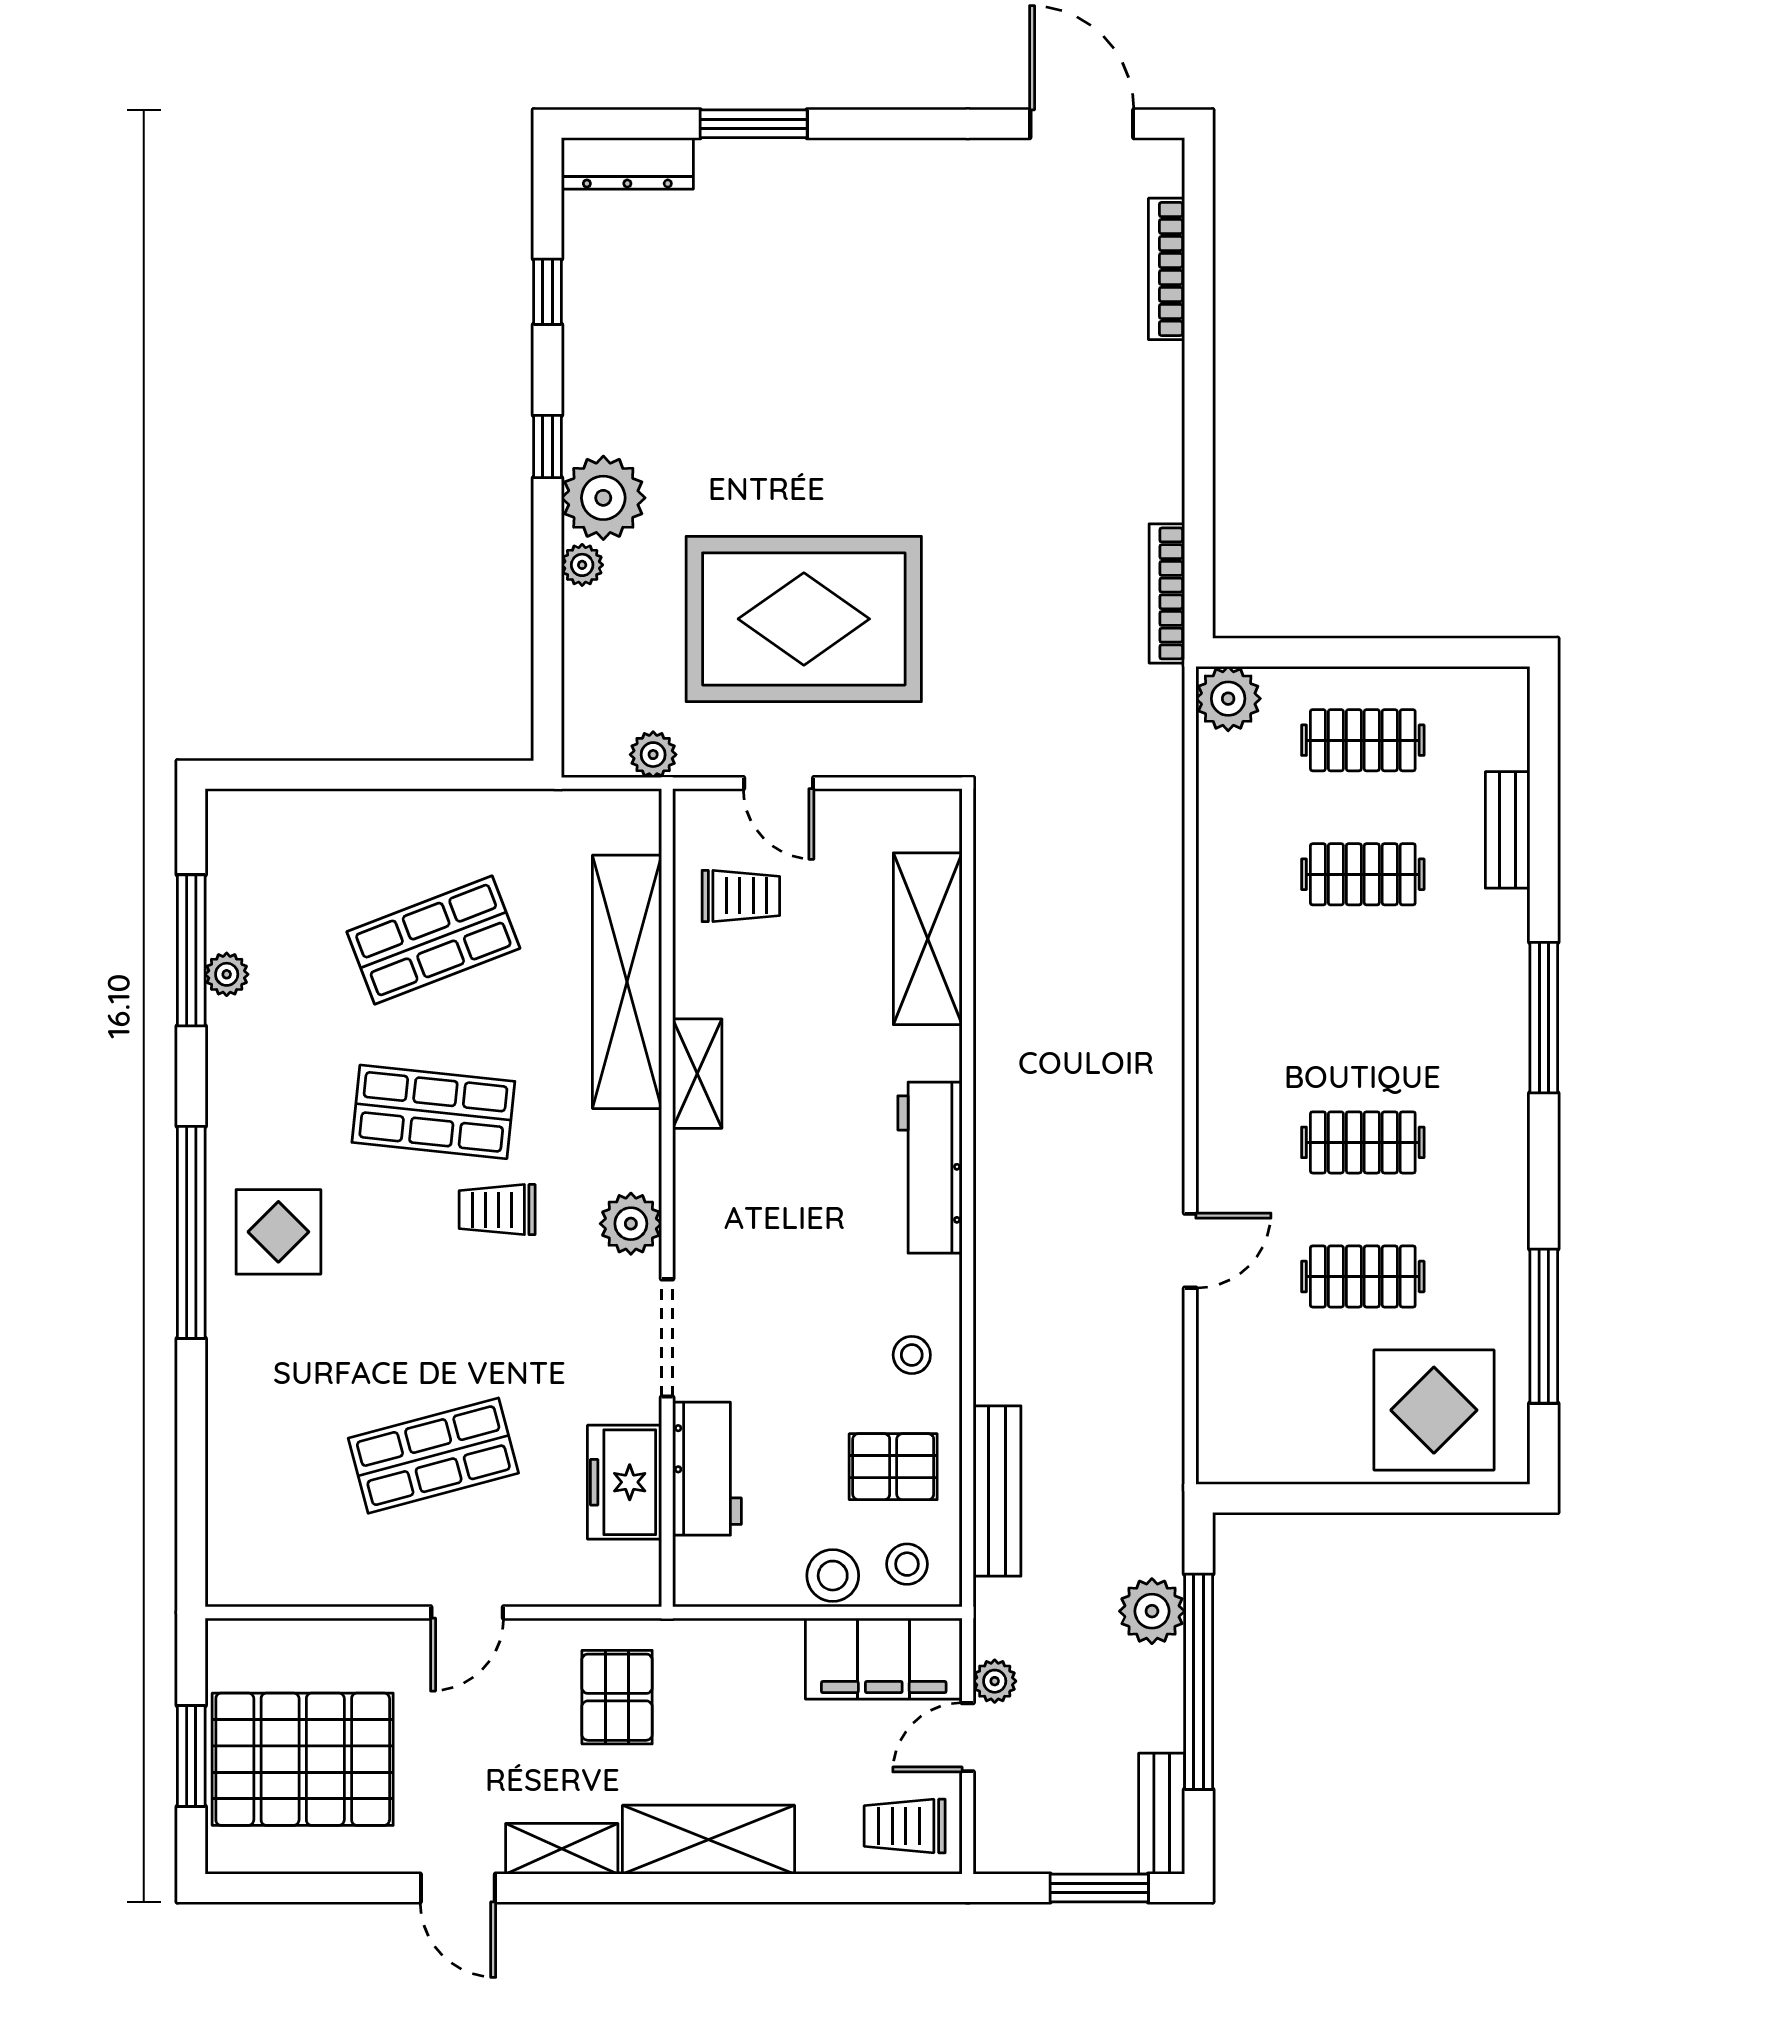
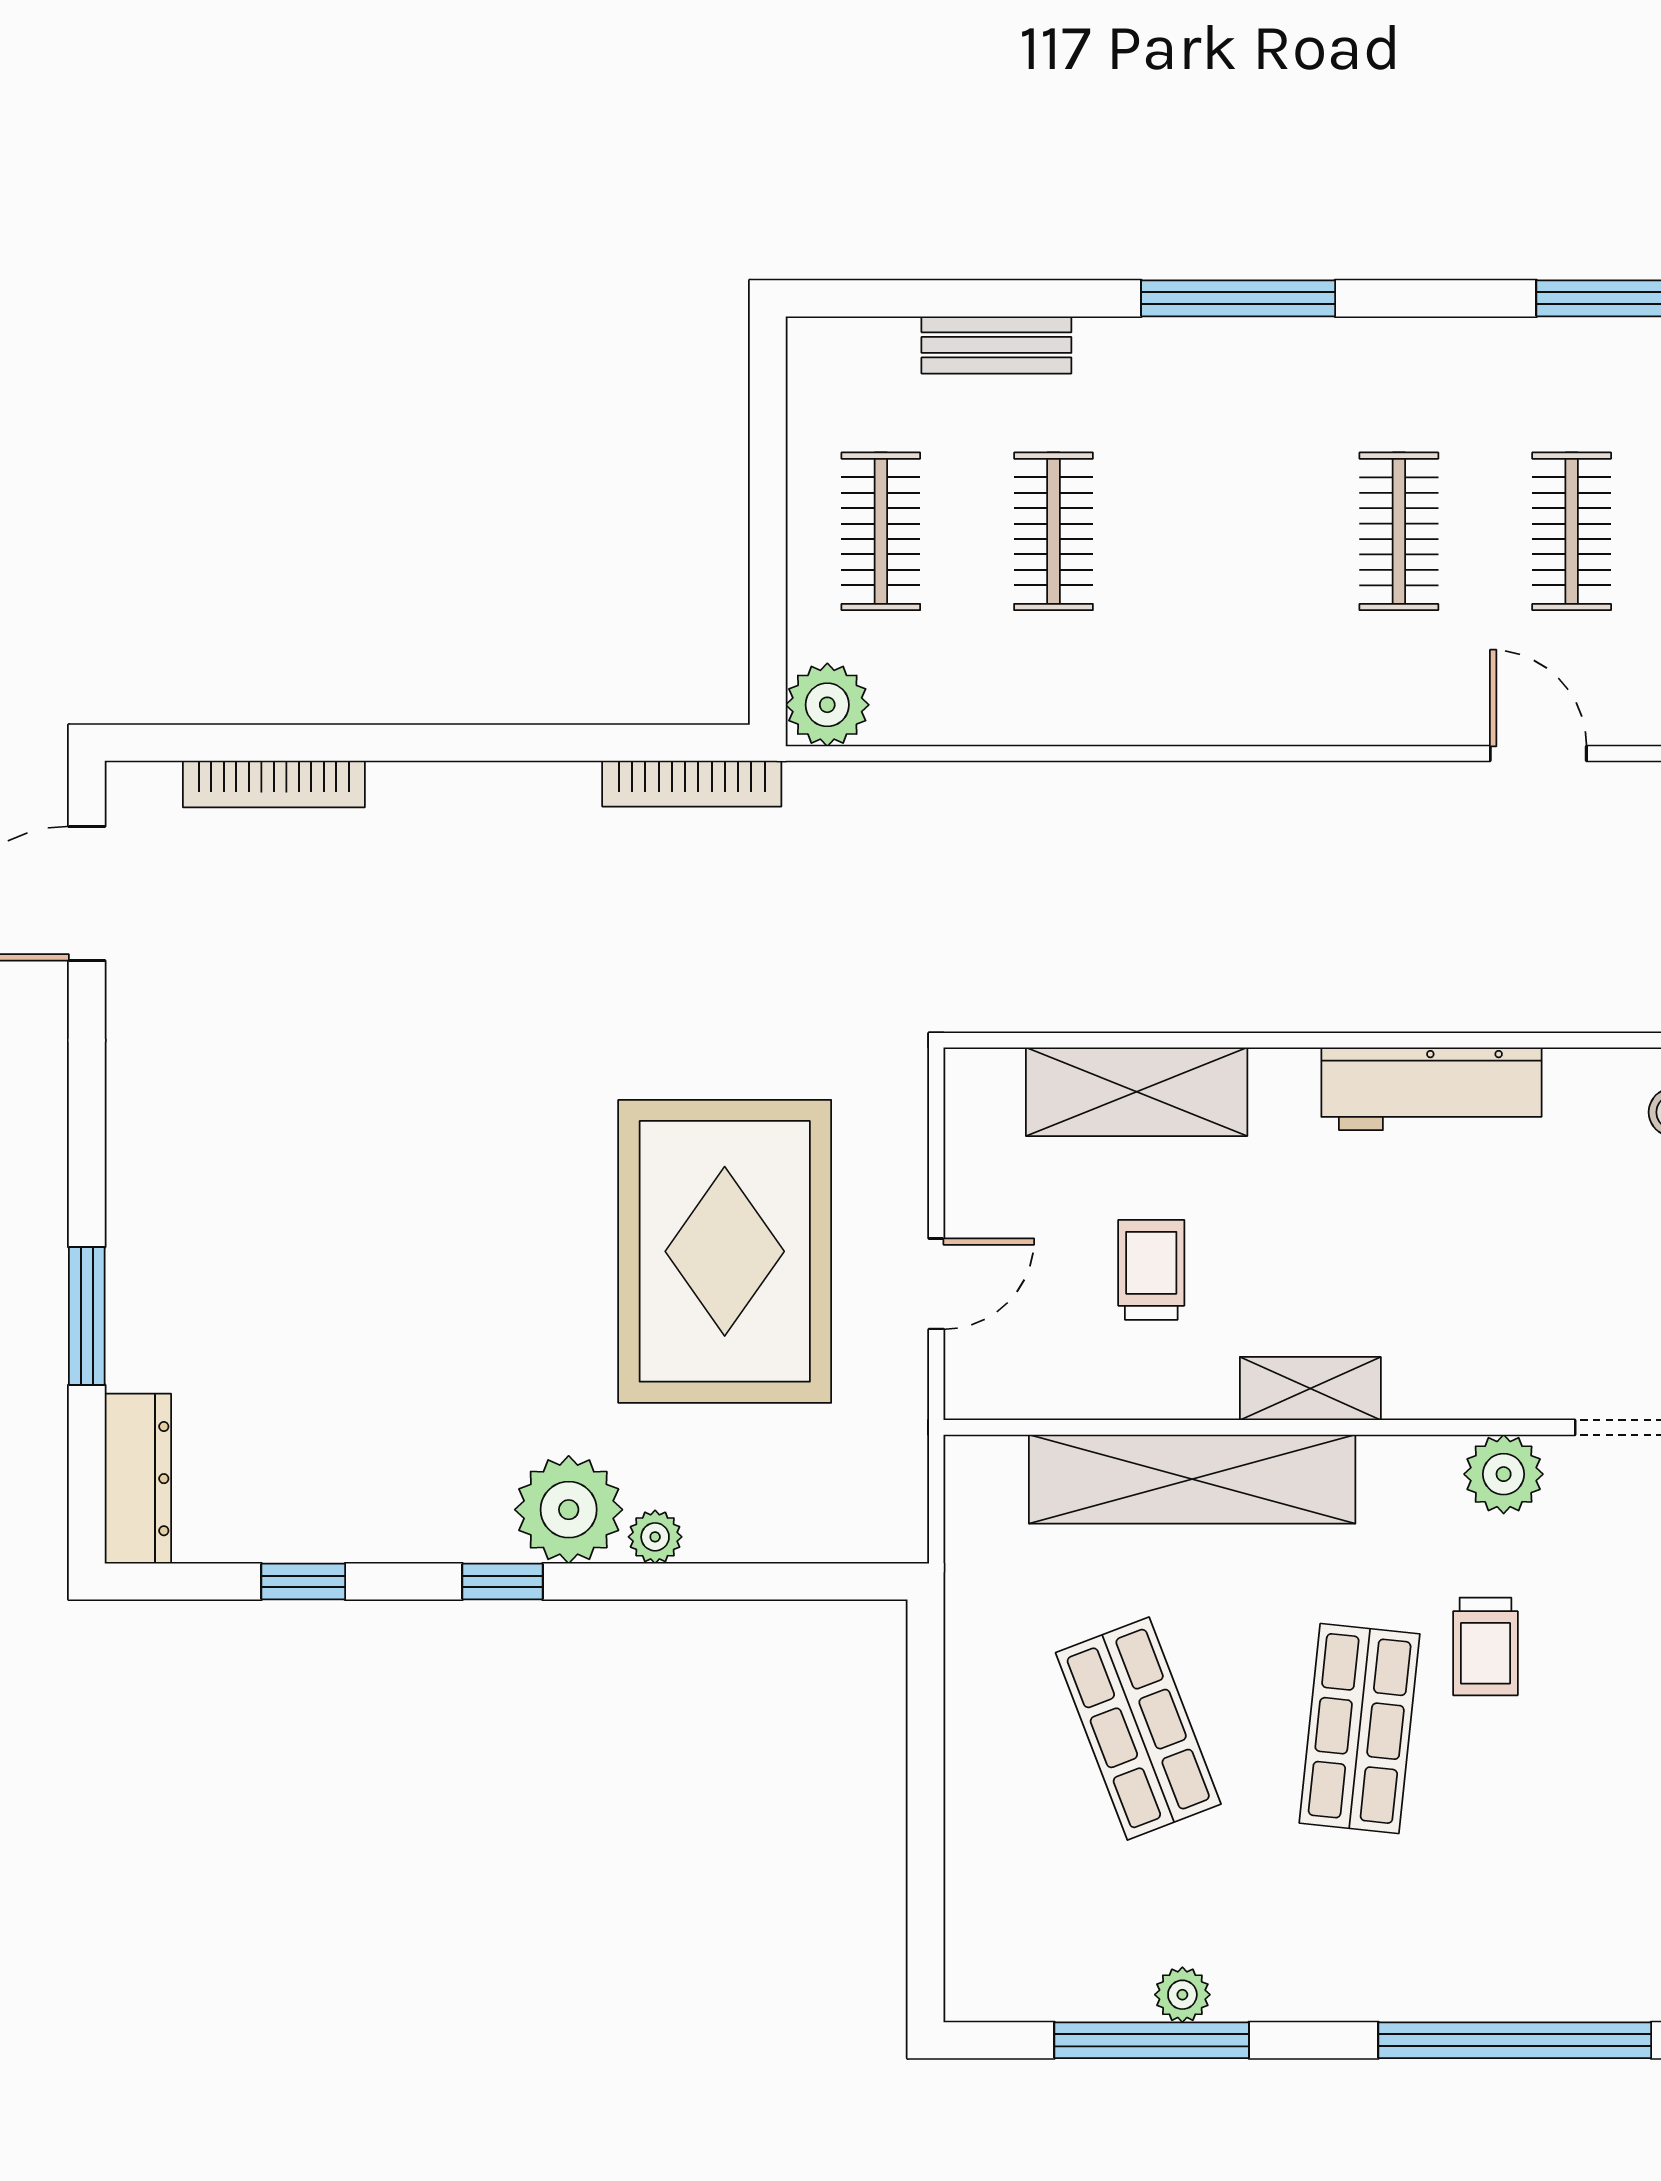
plant: (653, 755) -> (899, 1445), removed
trolley: (741, 896) -> (1151, 1270), moved
display table: (278, 1232) -> (1514, 1928), removed

